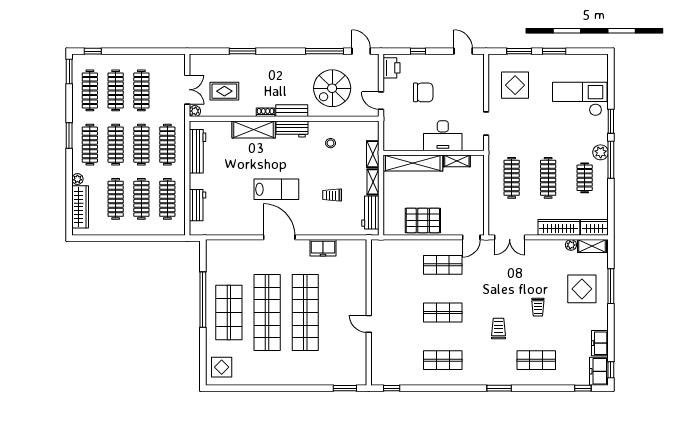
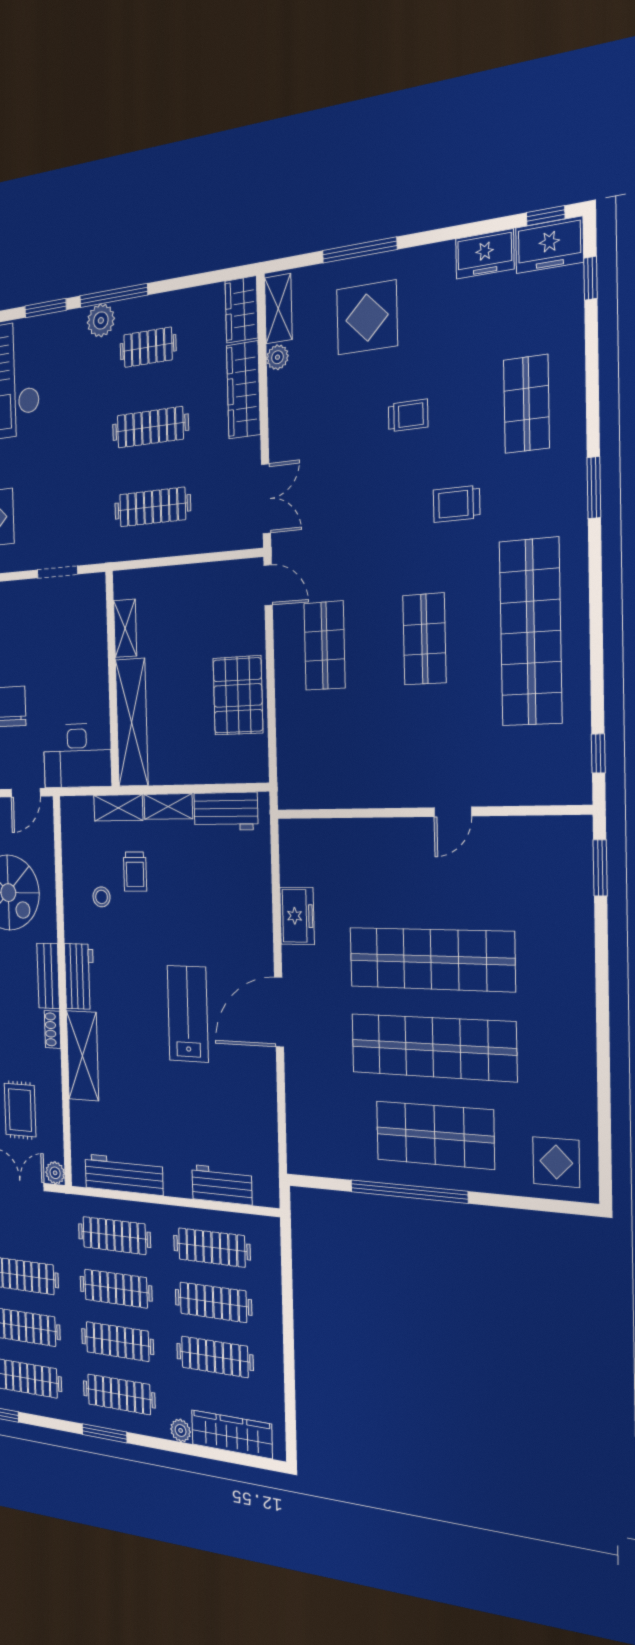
desk: (443, 136) -> (77, 756), moved, turned 90
trolley: (332, 195) -> (135, 872), moved
shop shelf: (443, 360) -> (531, 632), width x2.00, depth x1.36

